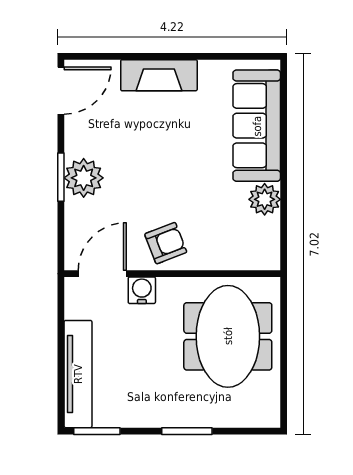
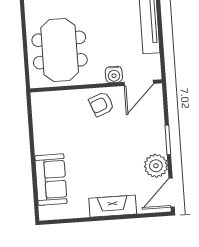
sofa: (257, 126) -> (51, 180), width x0.73
plant: (84, 178) -> (156, 166), moved
plant: (265, 199) -> (43, 135), removed

